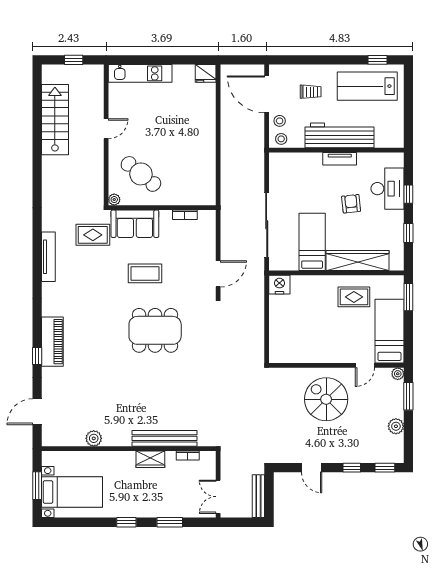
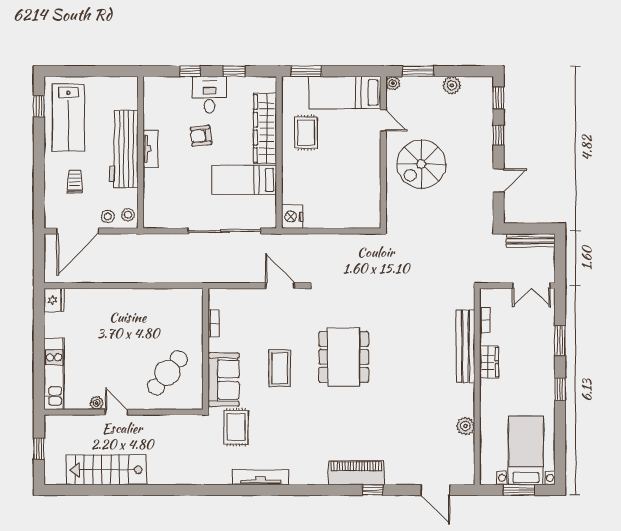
desk: (388, 189) -> (209, 95), moved, width x0.73
plant: (114, 200) -> (96, 403), moved

